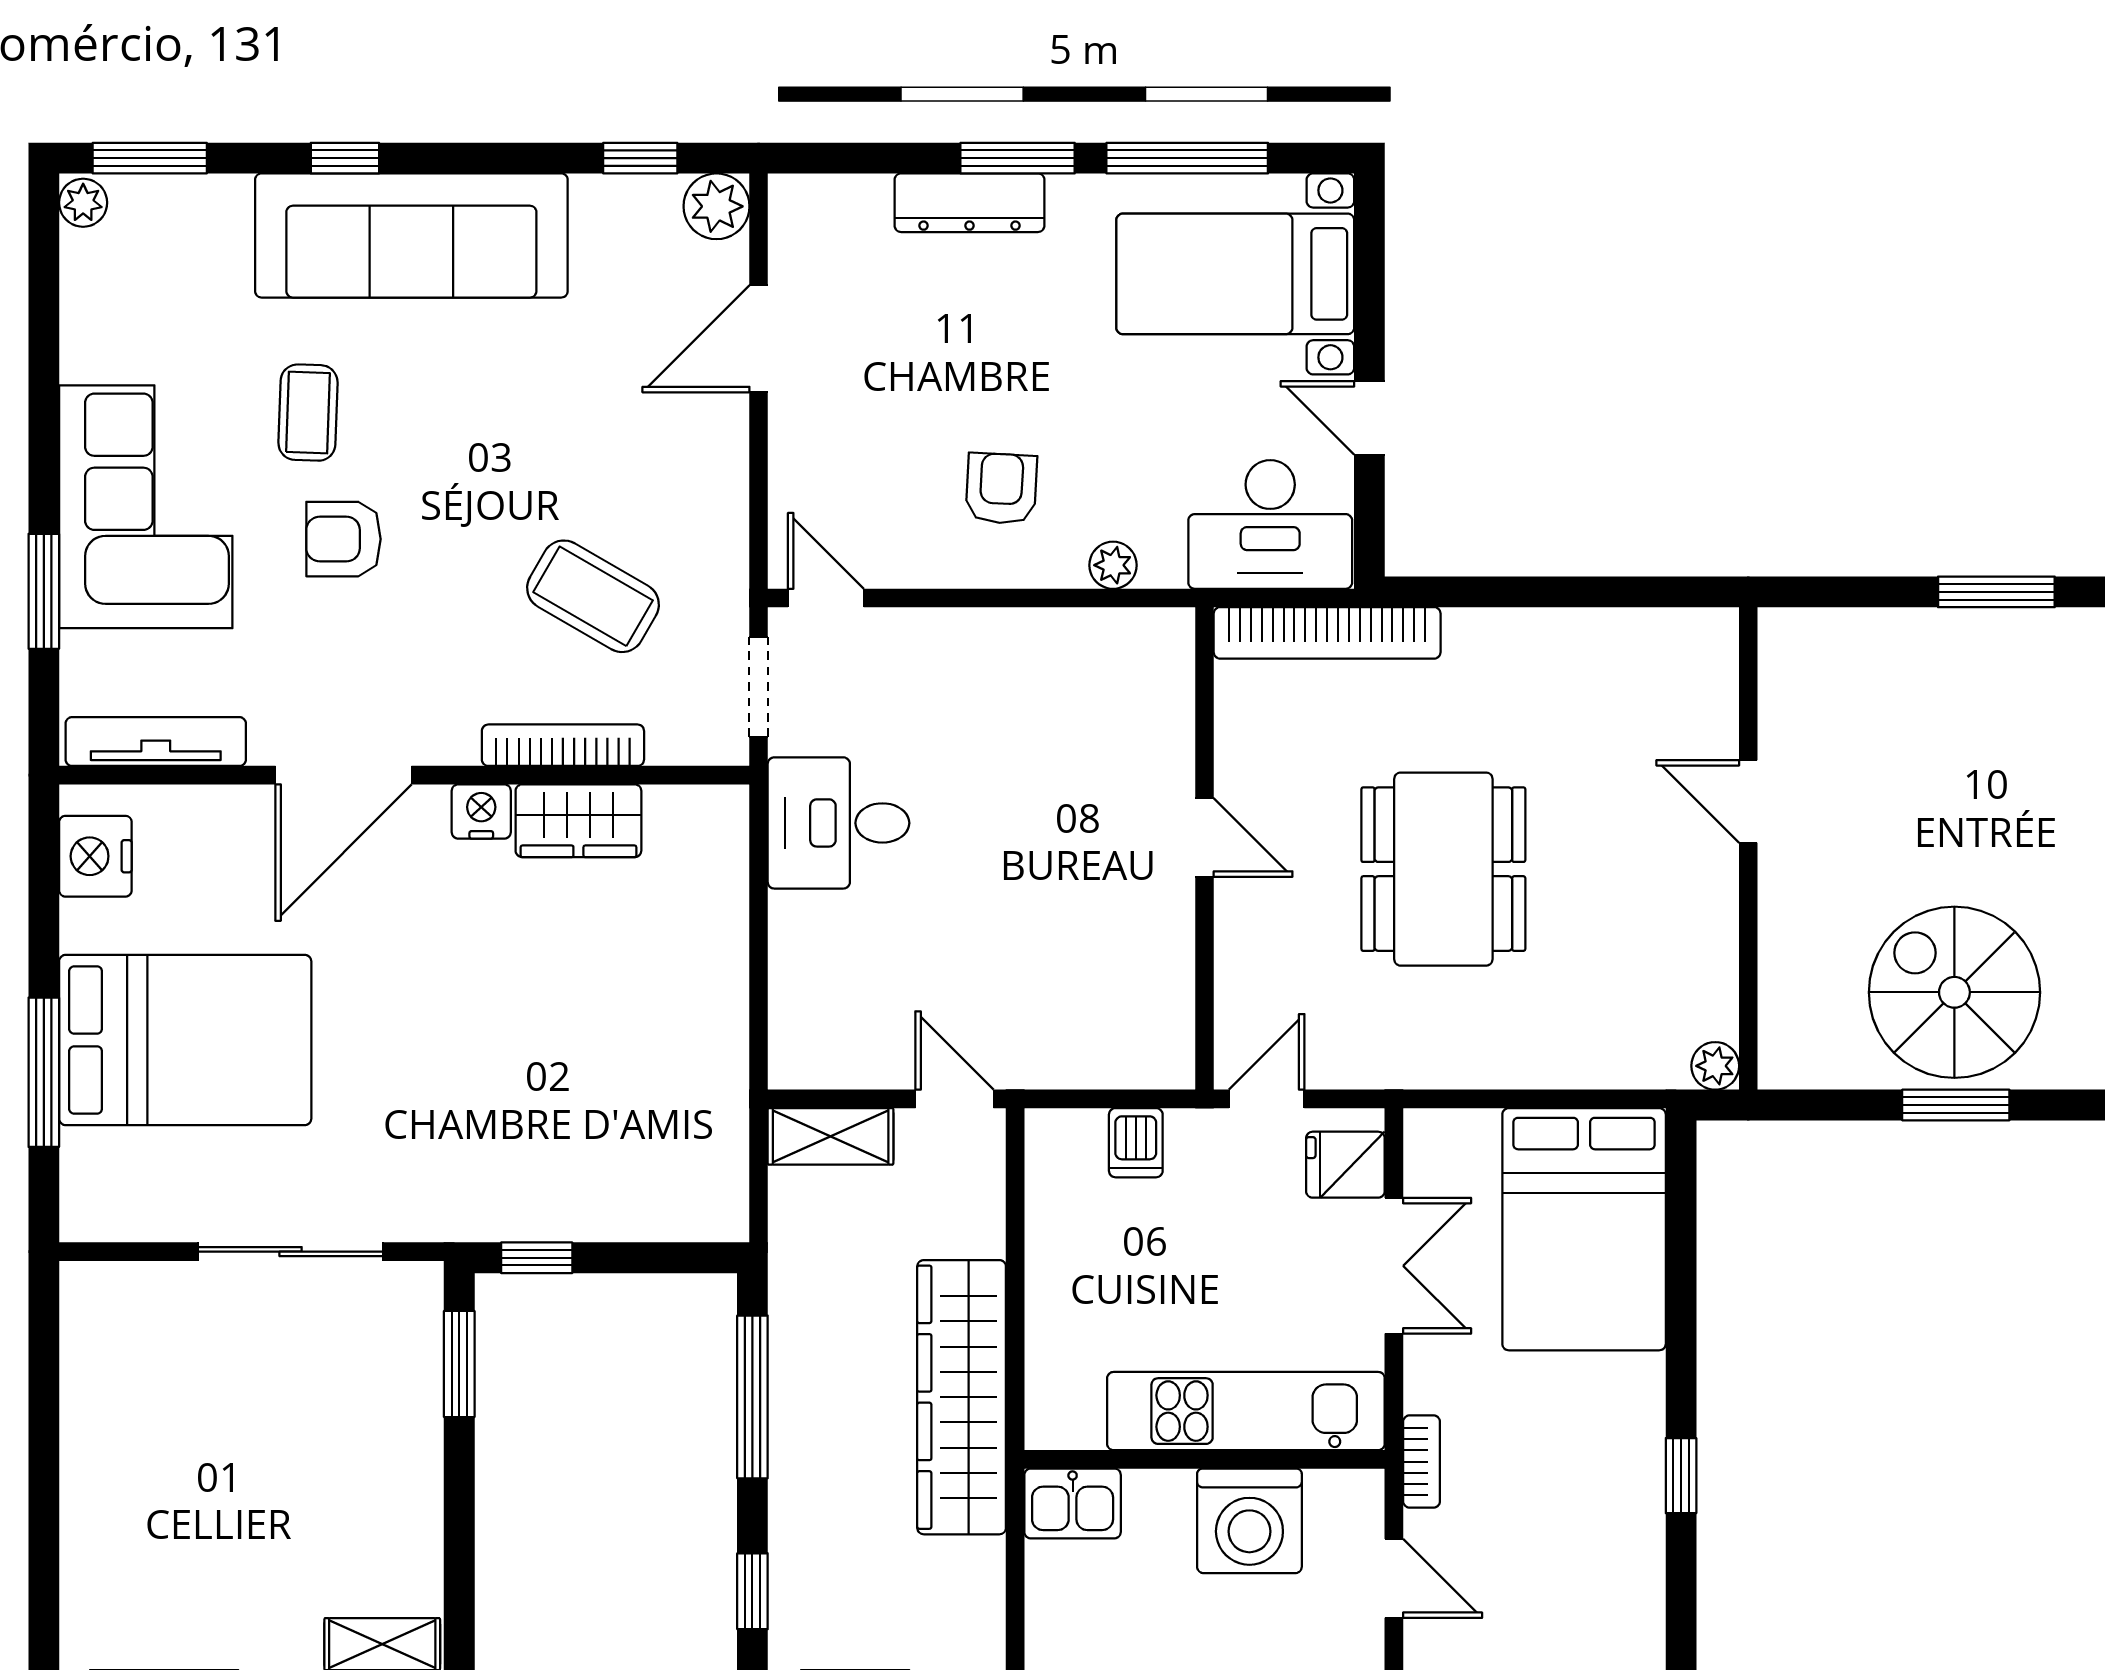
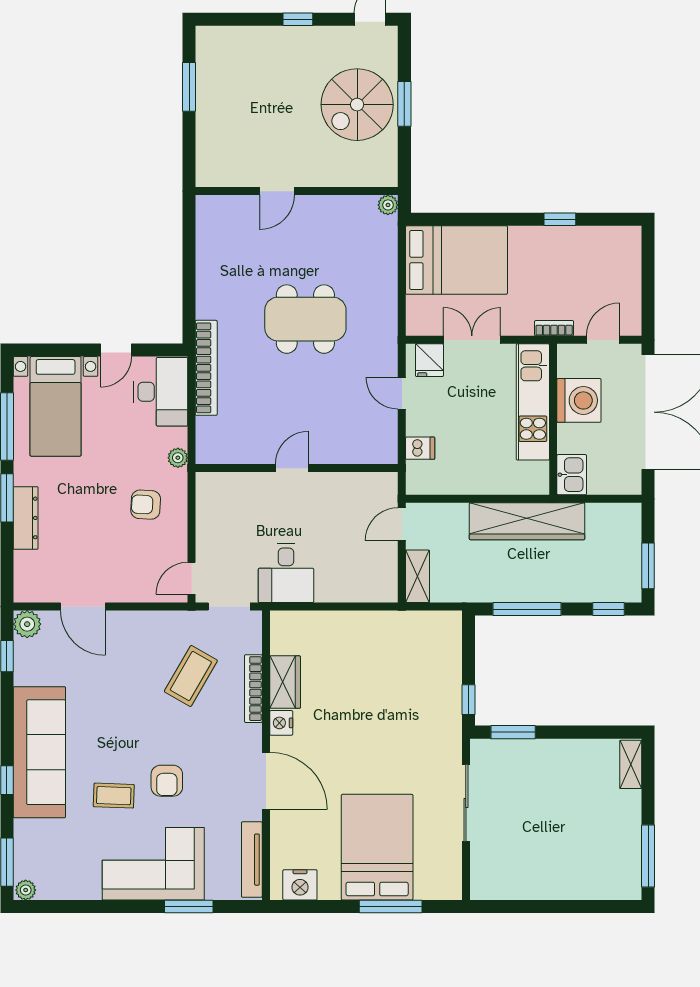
door: (1205, 837) -> (292, 468), moved
wall: (1205, 848) -> (297, 468), moved

